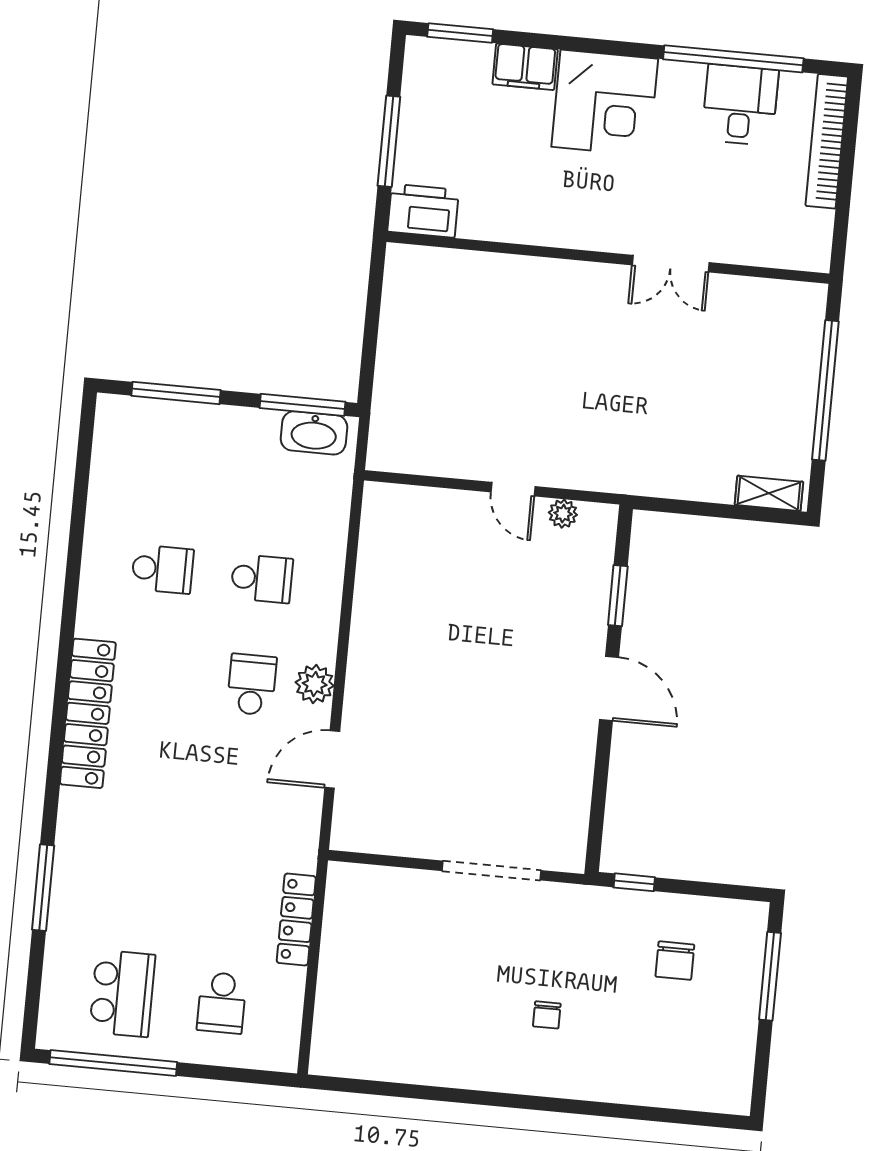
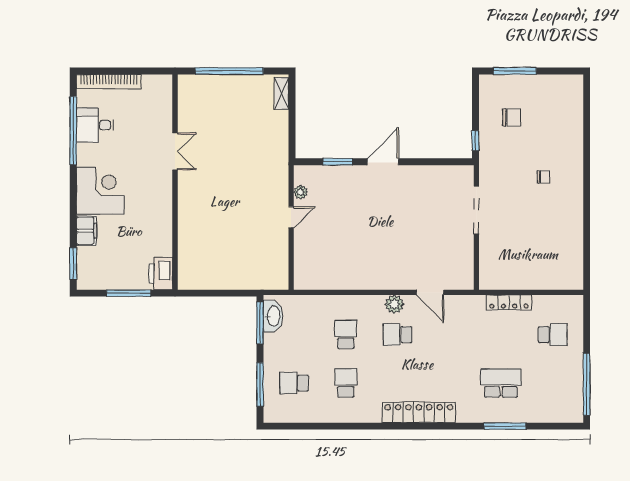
school desk: (172, 463) -> (294, 383), added
school desk: (122, 993) -> (501, 383), moved

